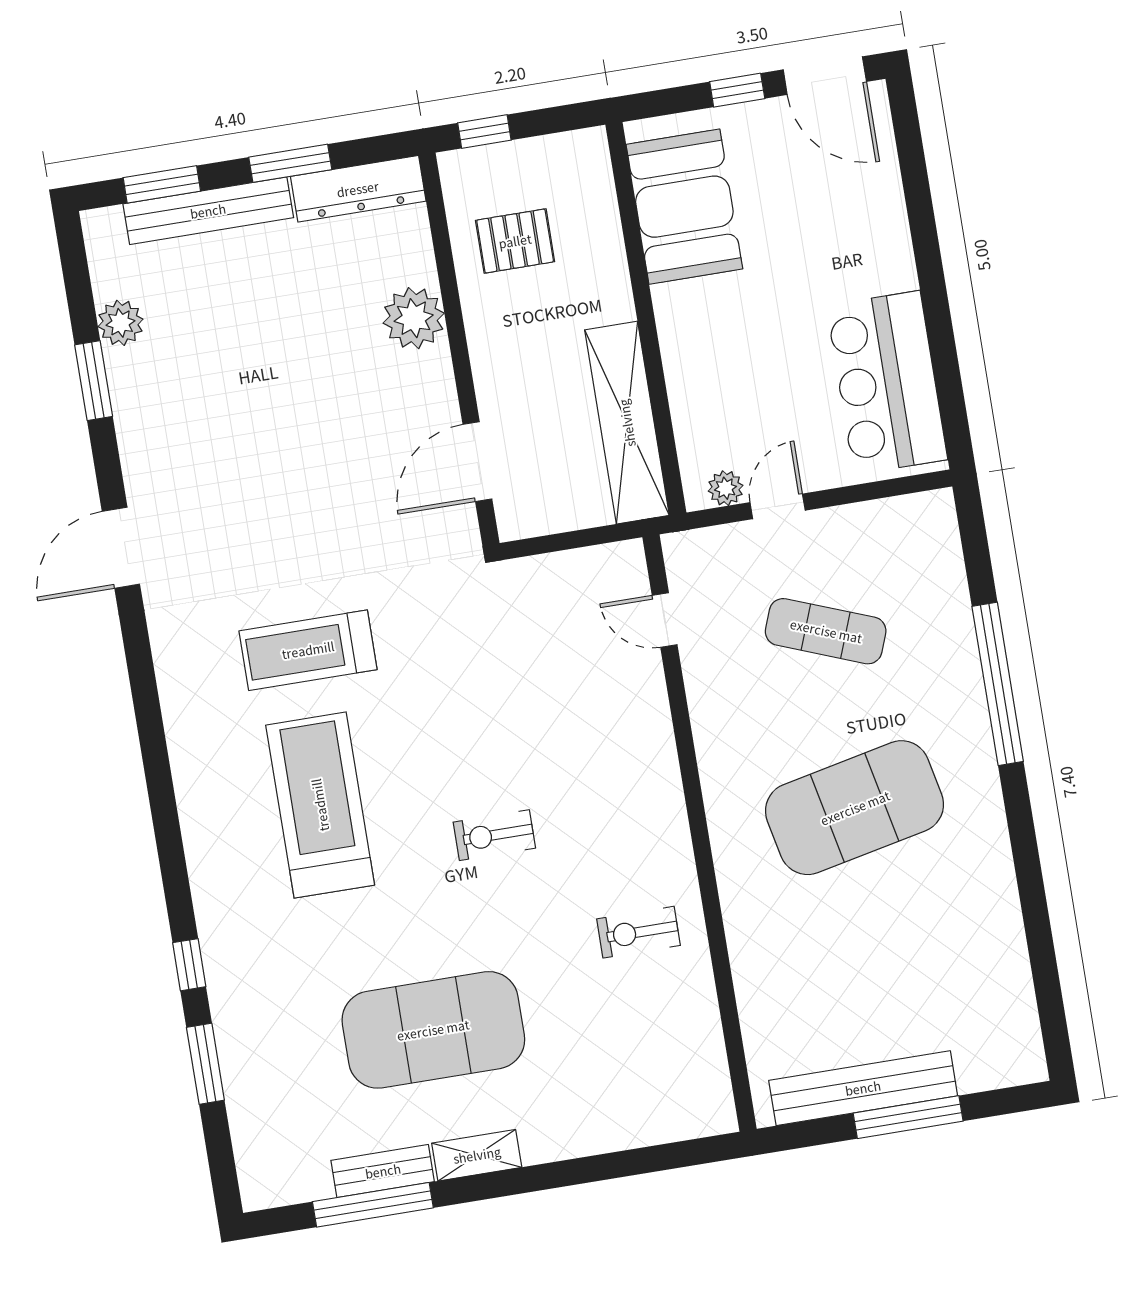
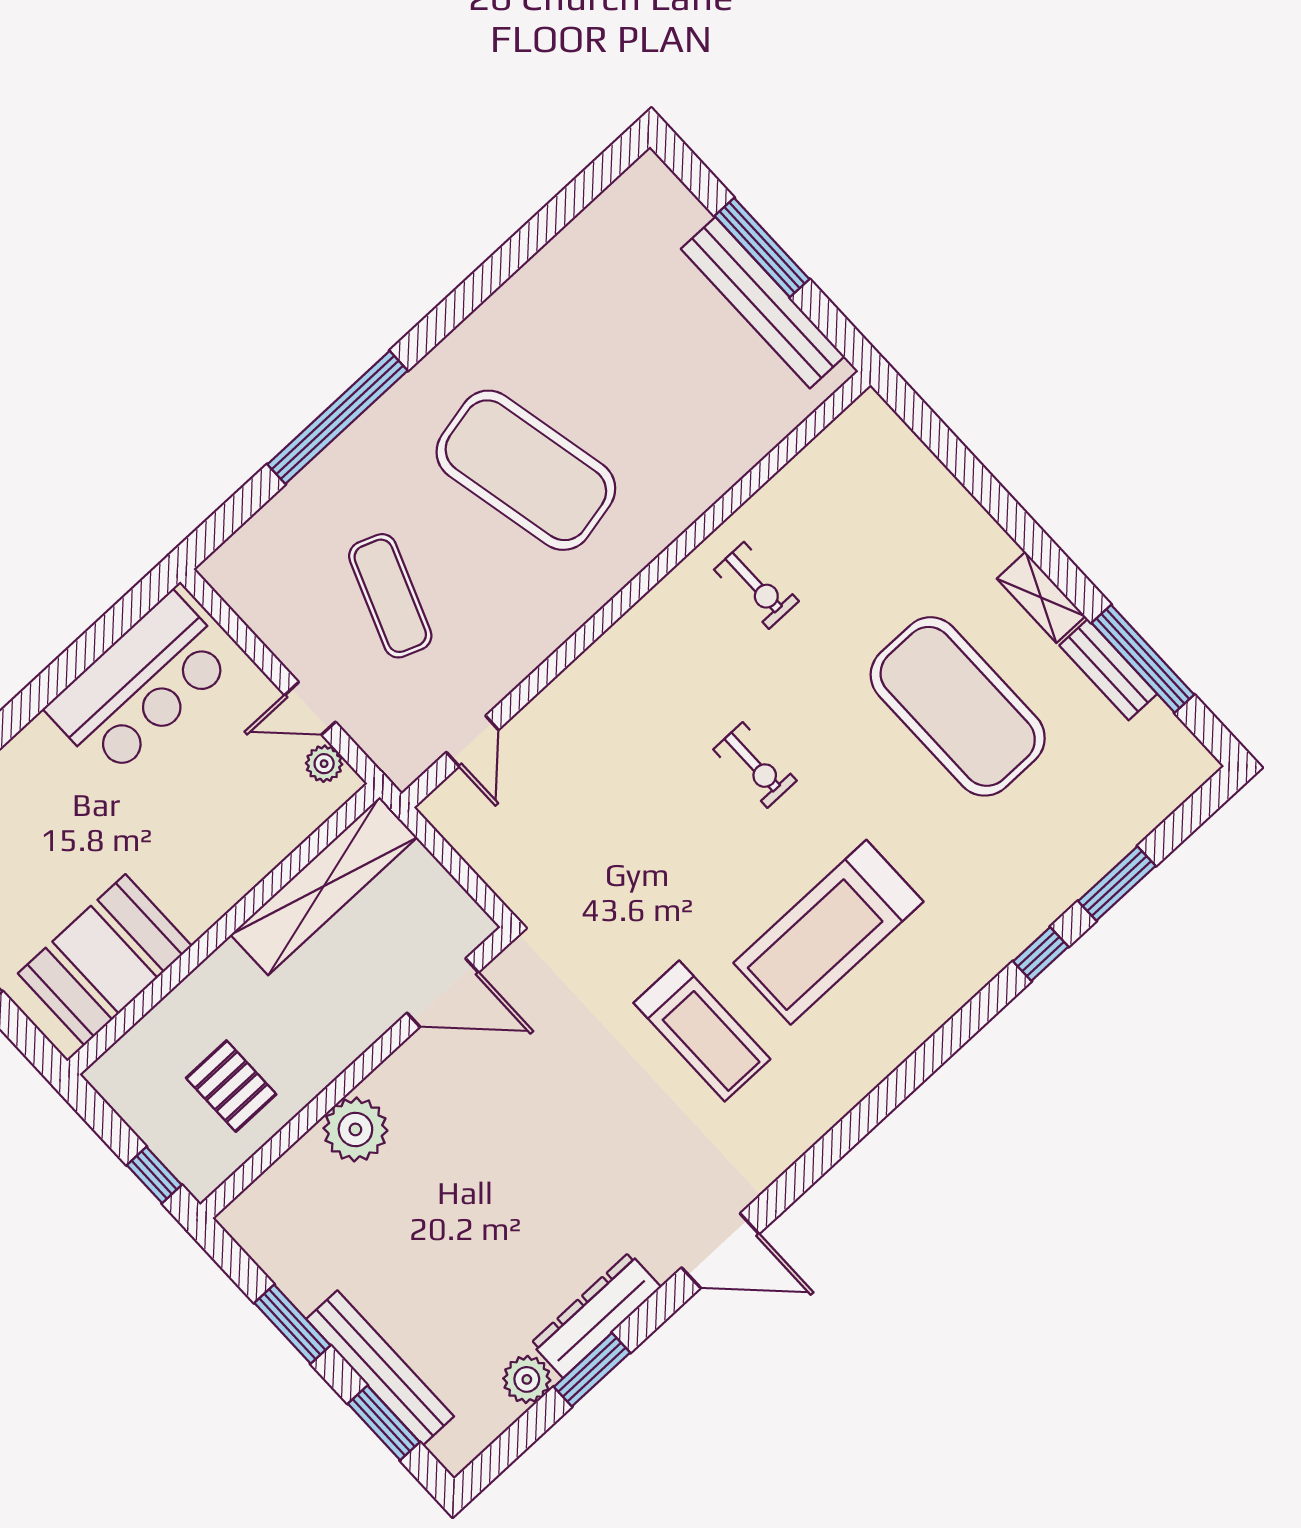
dresser: (358, 189) -> (596, 1315), moved, turned -90

